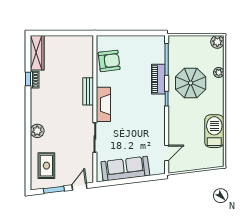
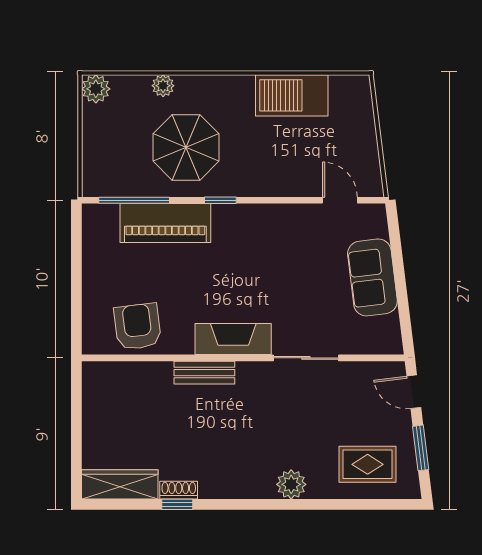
piano: (158, 79) -> (165, 223), width x1.37, depth x1.33
sofa: (125, 169) -> (372, 277), width x0.73

